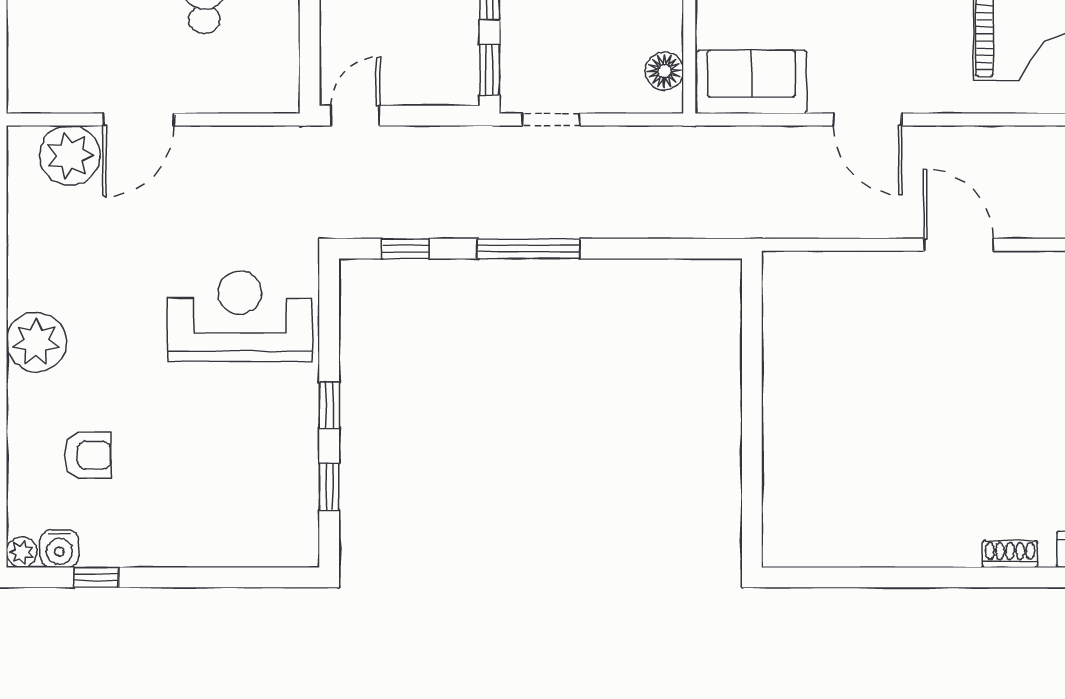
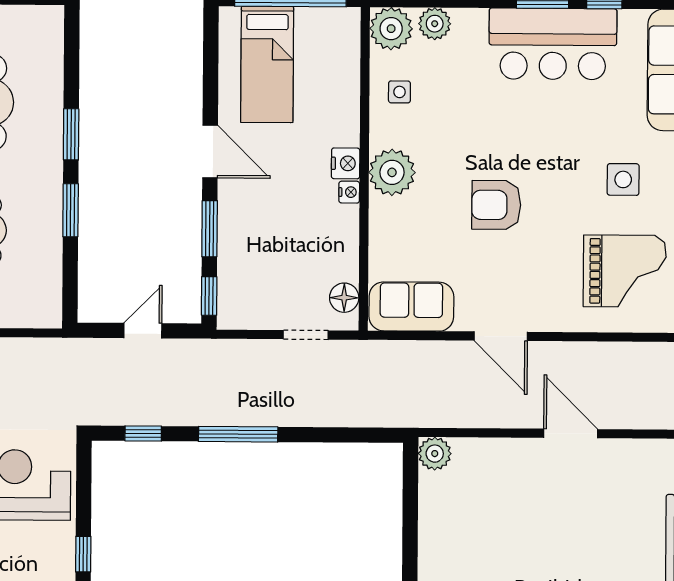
door: (355, 116) -> (143, 331), moved
doorway: (551, 119) -> (306, 335), moved
plant: (783, 272) -> (435, 454), added

